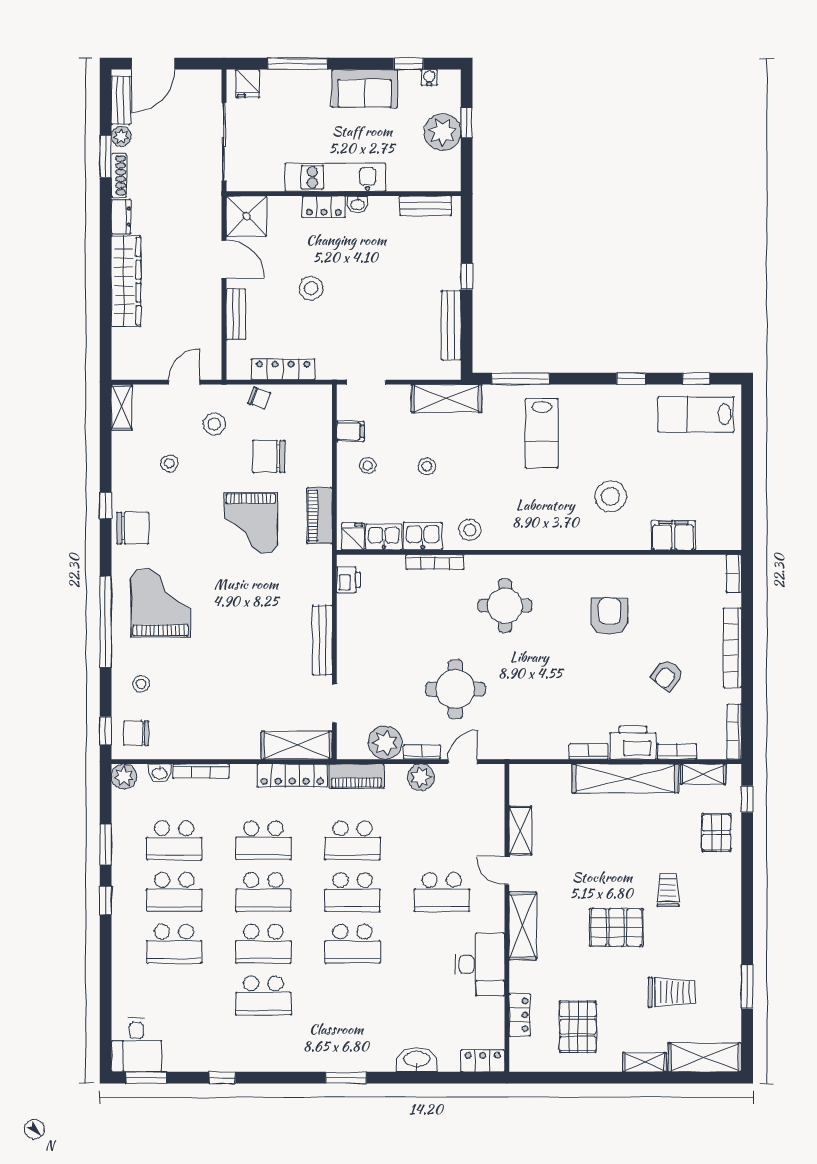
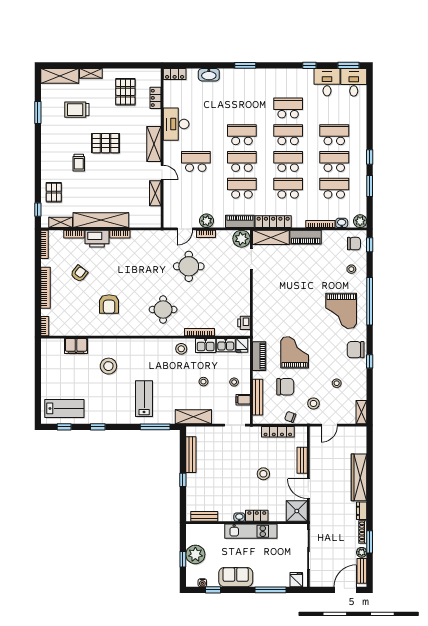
bench: (322, 640) -> (258, 397), moved
plant: (385, 743) -> (242, 239), moved
piano: (229, 746) -> (306, 237), added
desk: (188, 1045) -> (327, 82), added

